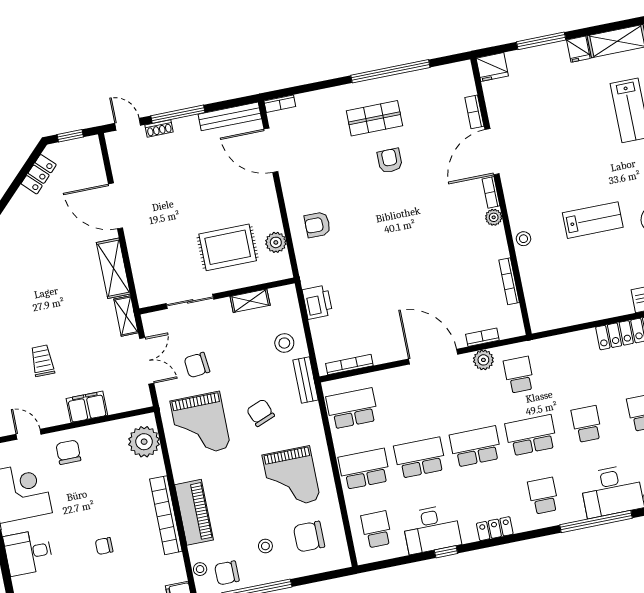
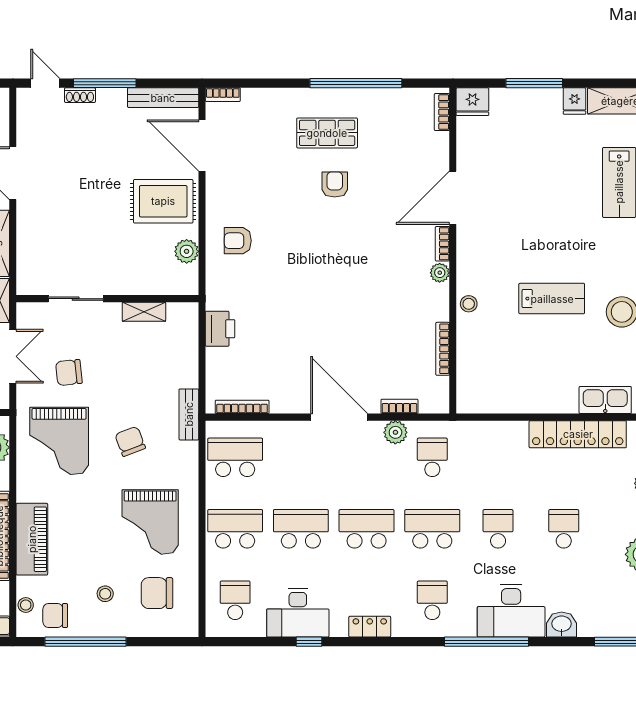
bookcase: (474, 112) -> (442, 112), moved
rug: (228, 247) -> (163, 201), moved
stool: (284, 343) -> (173, 368), removed

